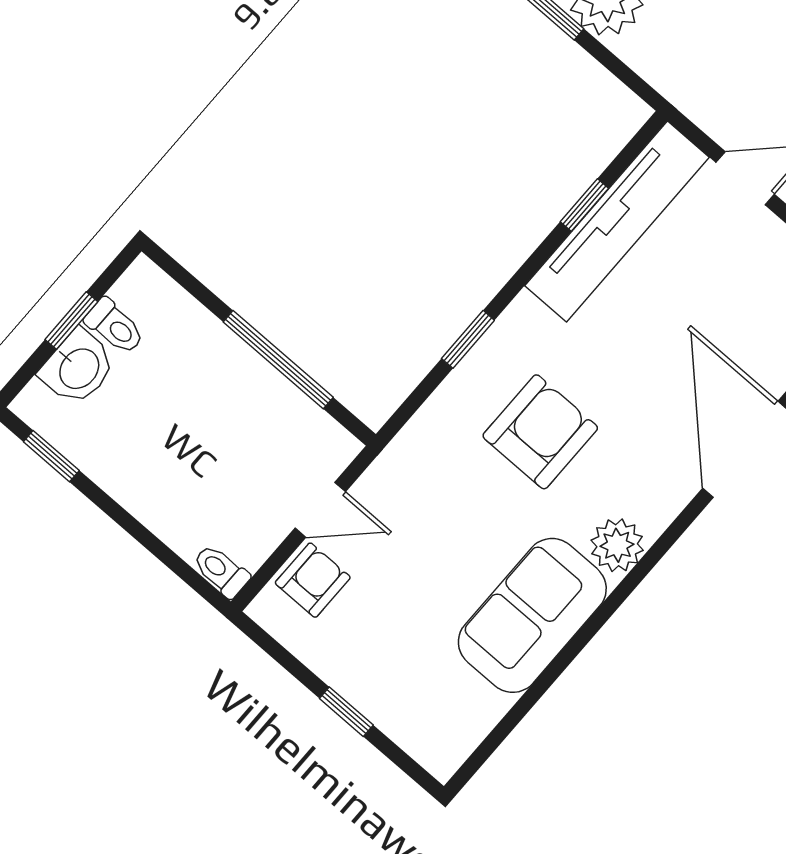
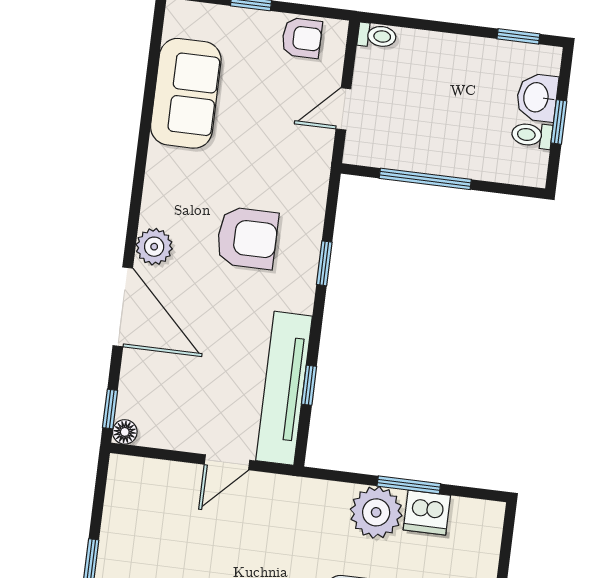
armchair: (540, 432) -> (247, 238), turned -90
plant: (617, 545) -> (154, 247), moved
armchair: (313, 580) -> (302, 38), moved, turned -90
sofa: (532, 615) -> (186, 93), moved

